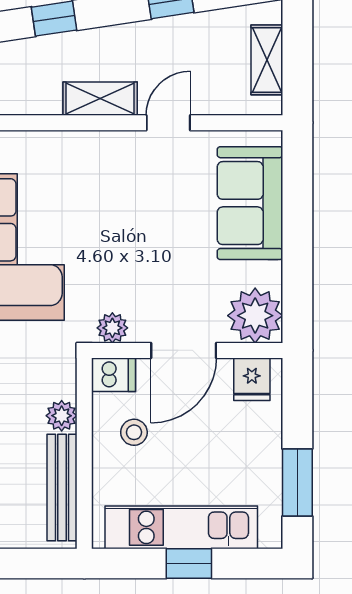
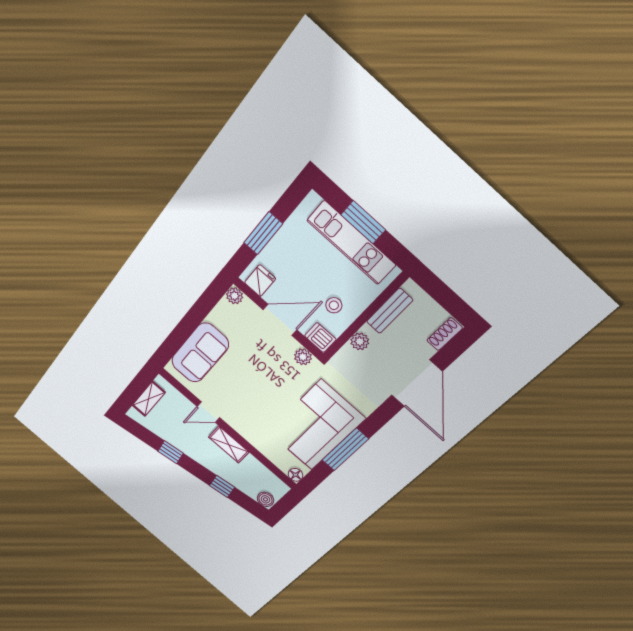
plant: (255, 316) -> (235, 296), width x0.53, depth x0.53
window: (297, 482) -> (263, 233), moved
bench: (62, 487) -> (390, 311), width x0.73
window: (189, 564) -> (363, 222), width x1.50

